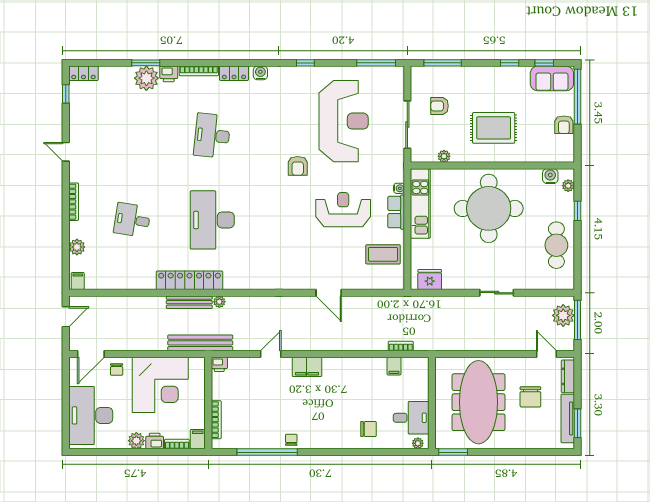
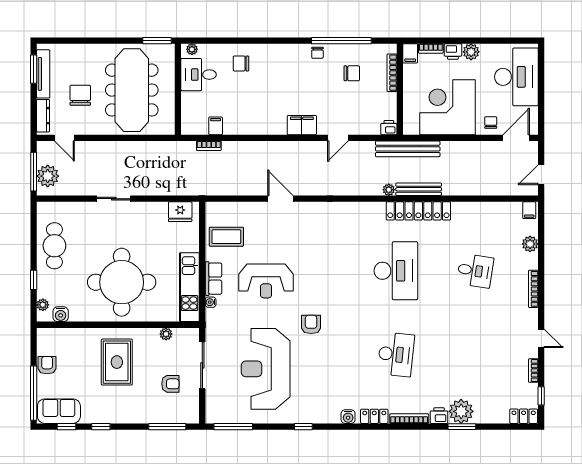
bookcase: (74, 119) -> (533, 371), added
rug: (494, 128) -> (117, 362), turned 90
chair: (257, 419) -> (352, 73), added

